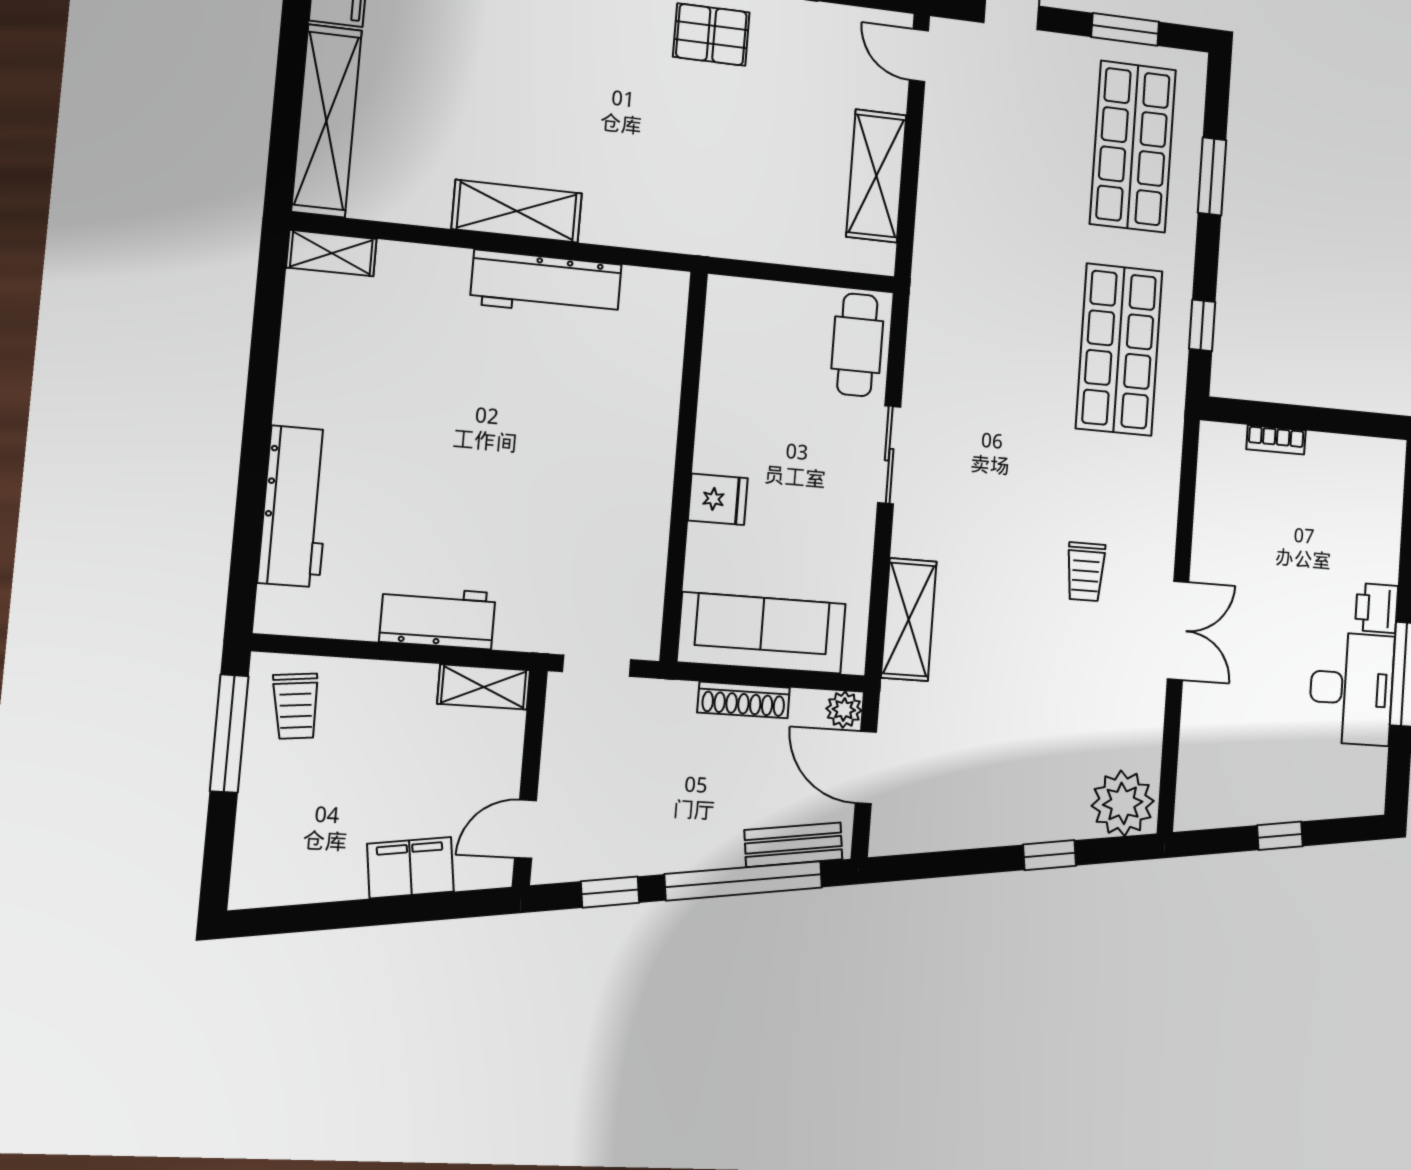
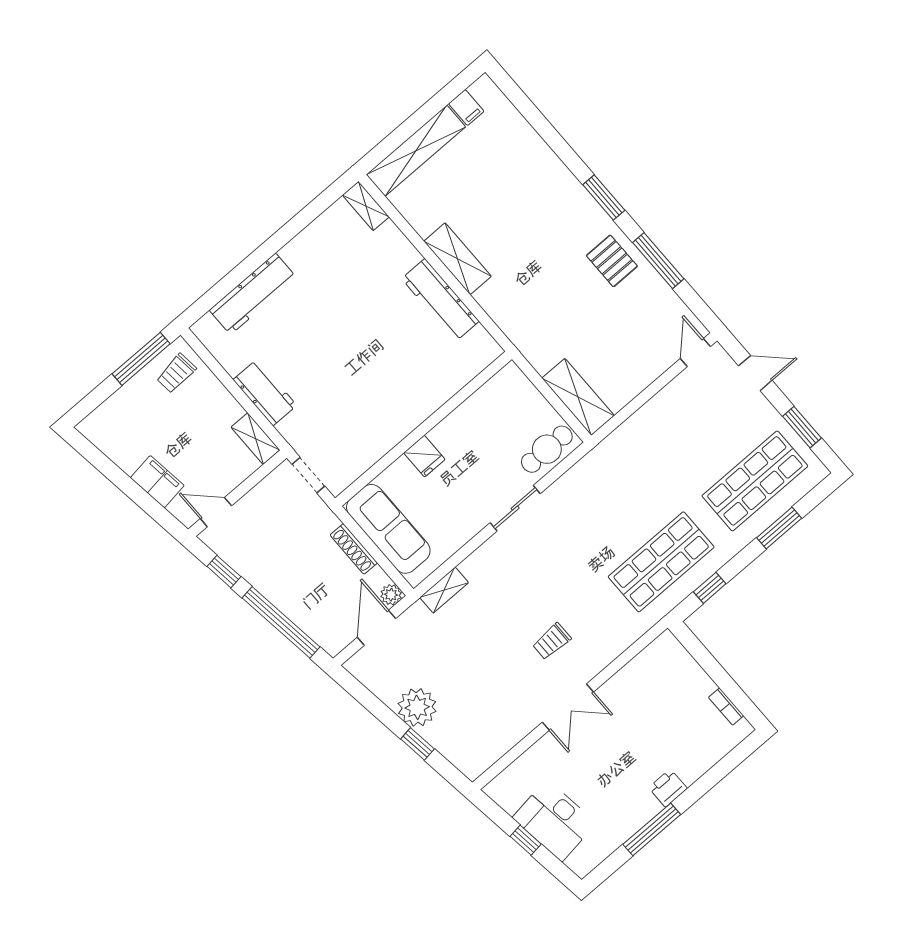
shelving: (876, 176) -> (578, 397), moved, turned 90
bookcase: (1276, 440) -> (726, 706), moved
shelving: (909, 620) -> (444, 590), width x0.67, depth x0.75
desk: (1352, 689) -> (554, 820), moved, turned 82
plant: (1123, 803) -> (417, 707), moved
bench: (794, 845) -> (316, 629), removed

